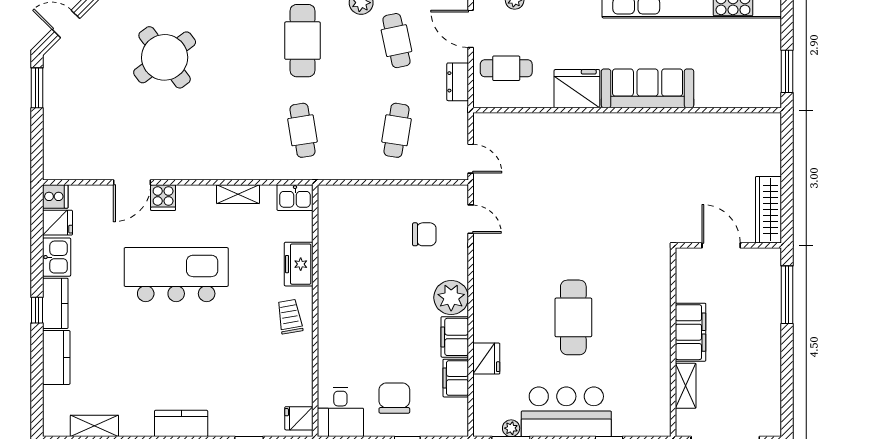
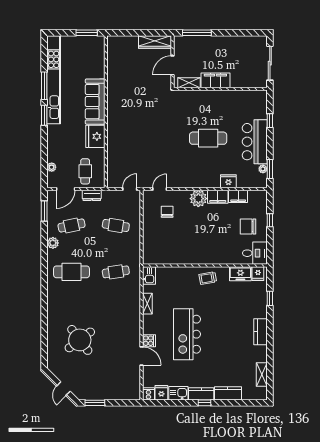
freezer: (299, 264) -> (240, 274), moved
shelving: (686, 386) -> (189, 83), moved

